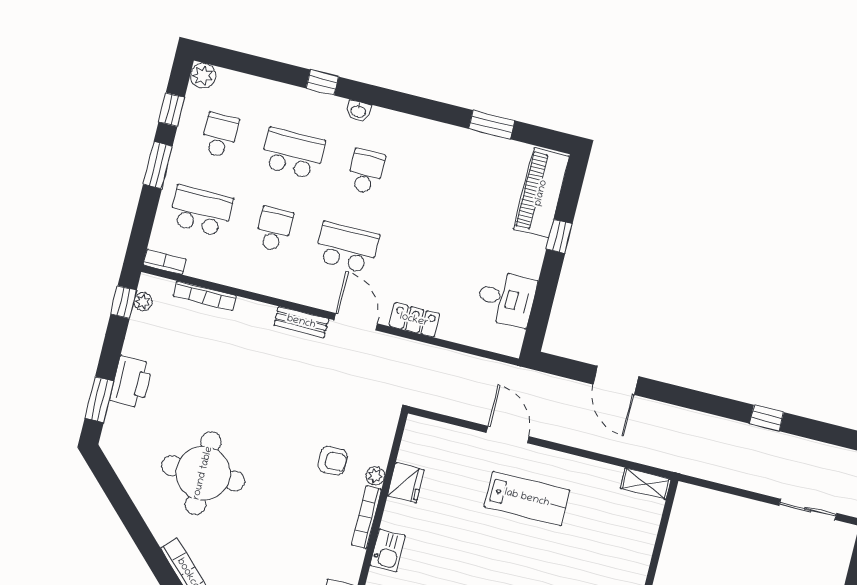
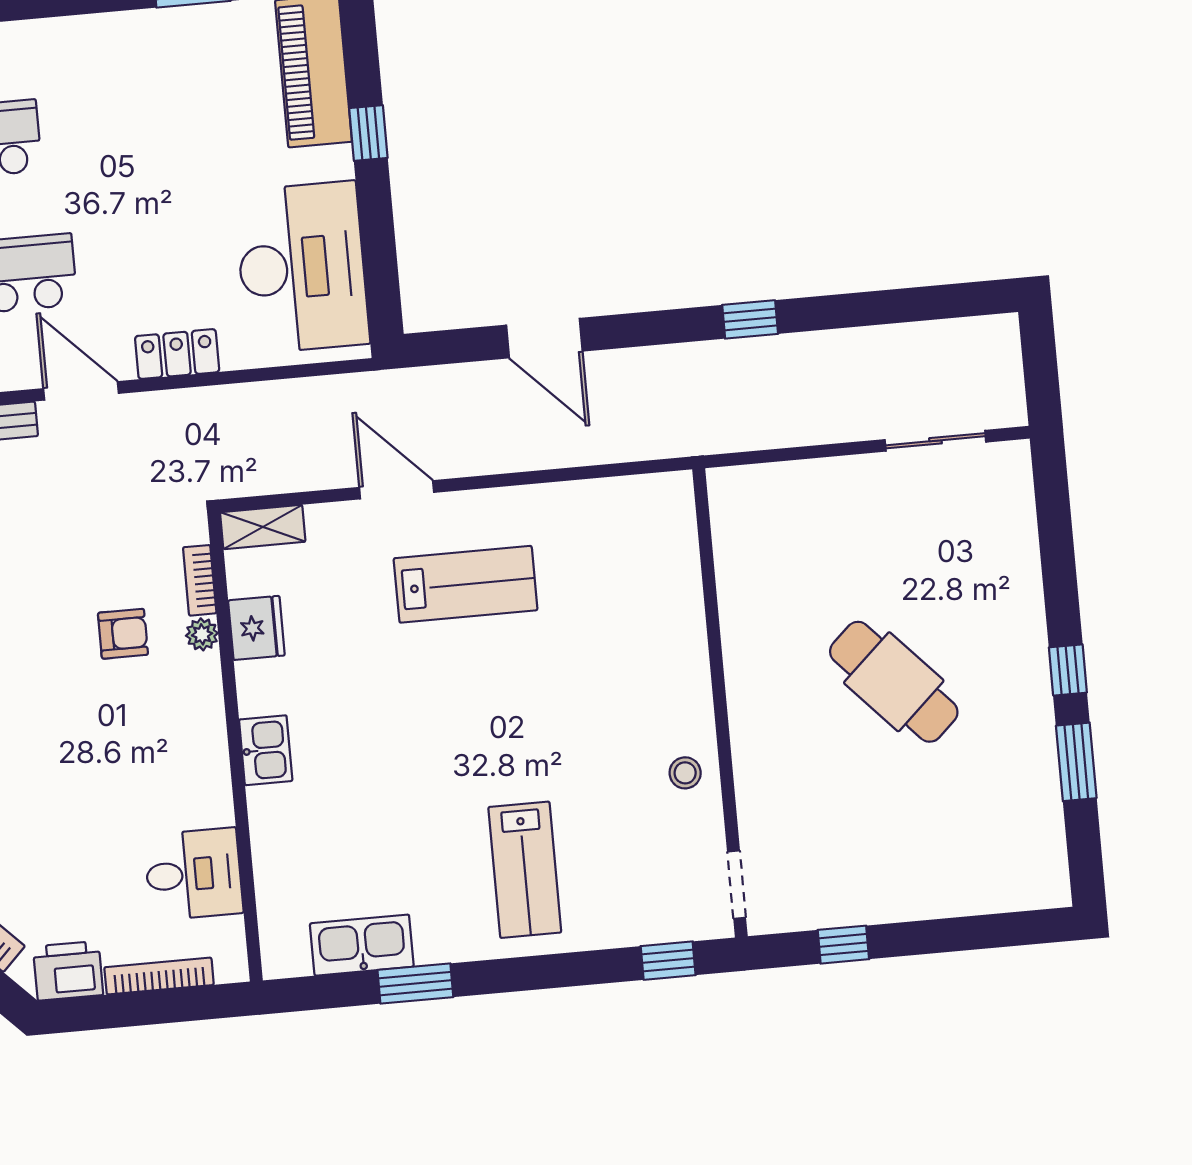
desk: (506, 299) -> (302, 267), width x1.87, depth x1.30
window: (767, 418) -> (750, 319), moved
shelving: (646, 484) -> (263, 527), moved
bookcase: (367, 517) -> (200, 580), moved, width x0.64

